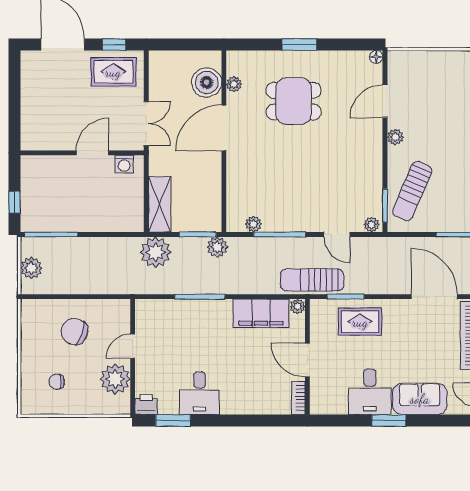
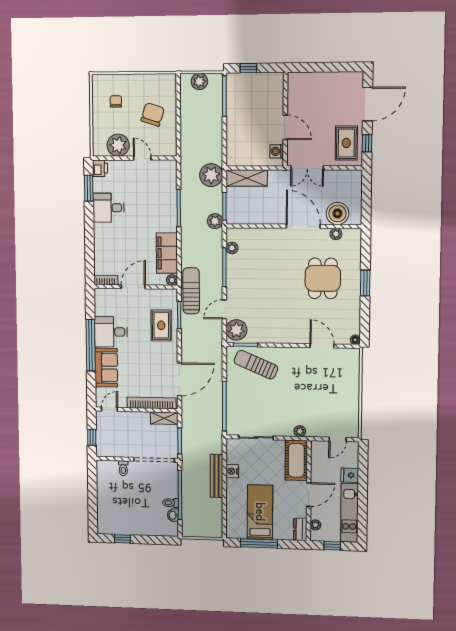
plant: (395, 137) -> (296, 353), removed
plant: (372, 225) -> (236, 330), width x1.88, depth x1.88
window: (389, 420) -> (91, 345), width x2.11

